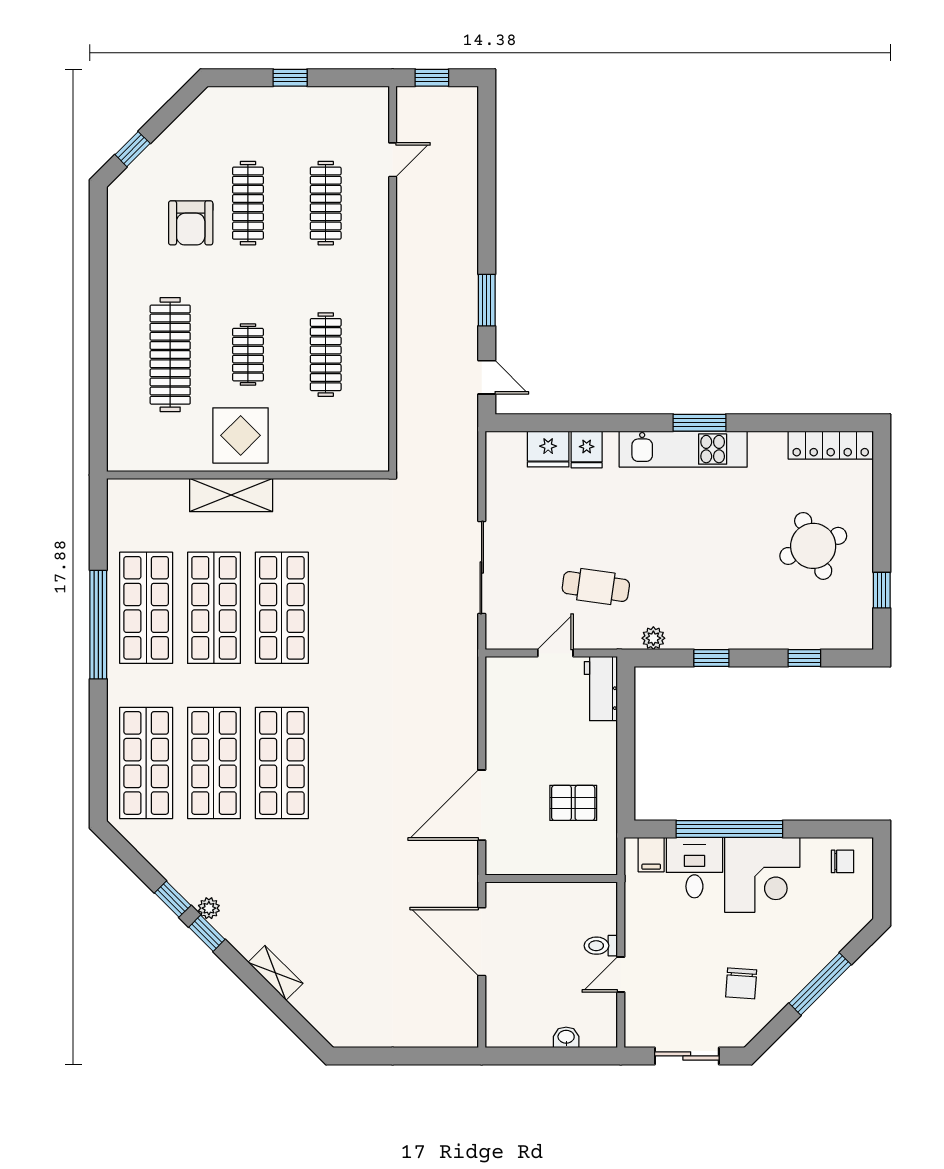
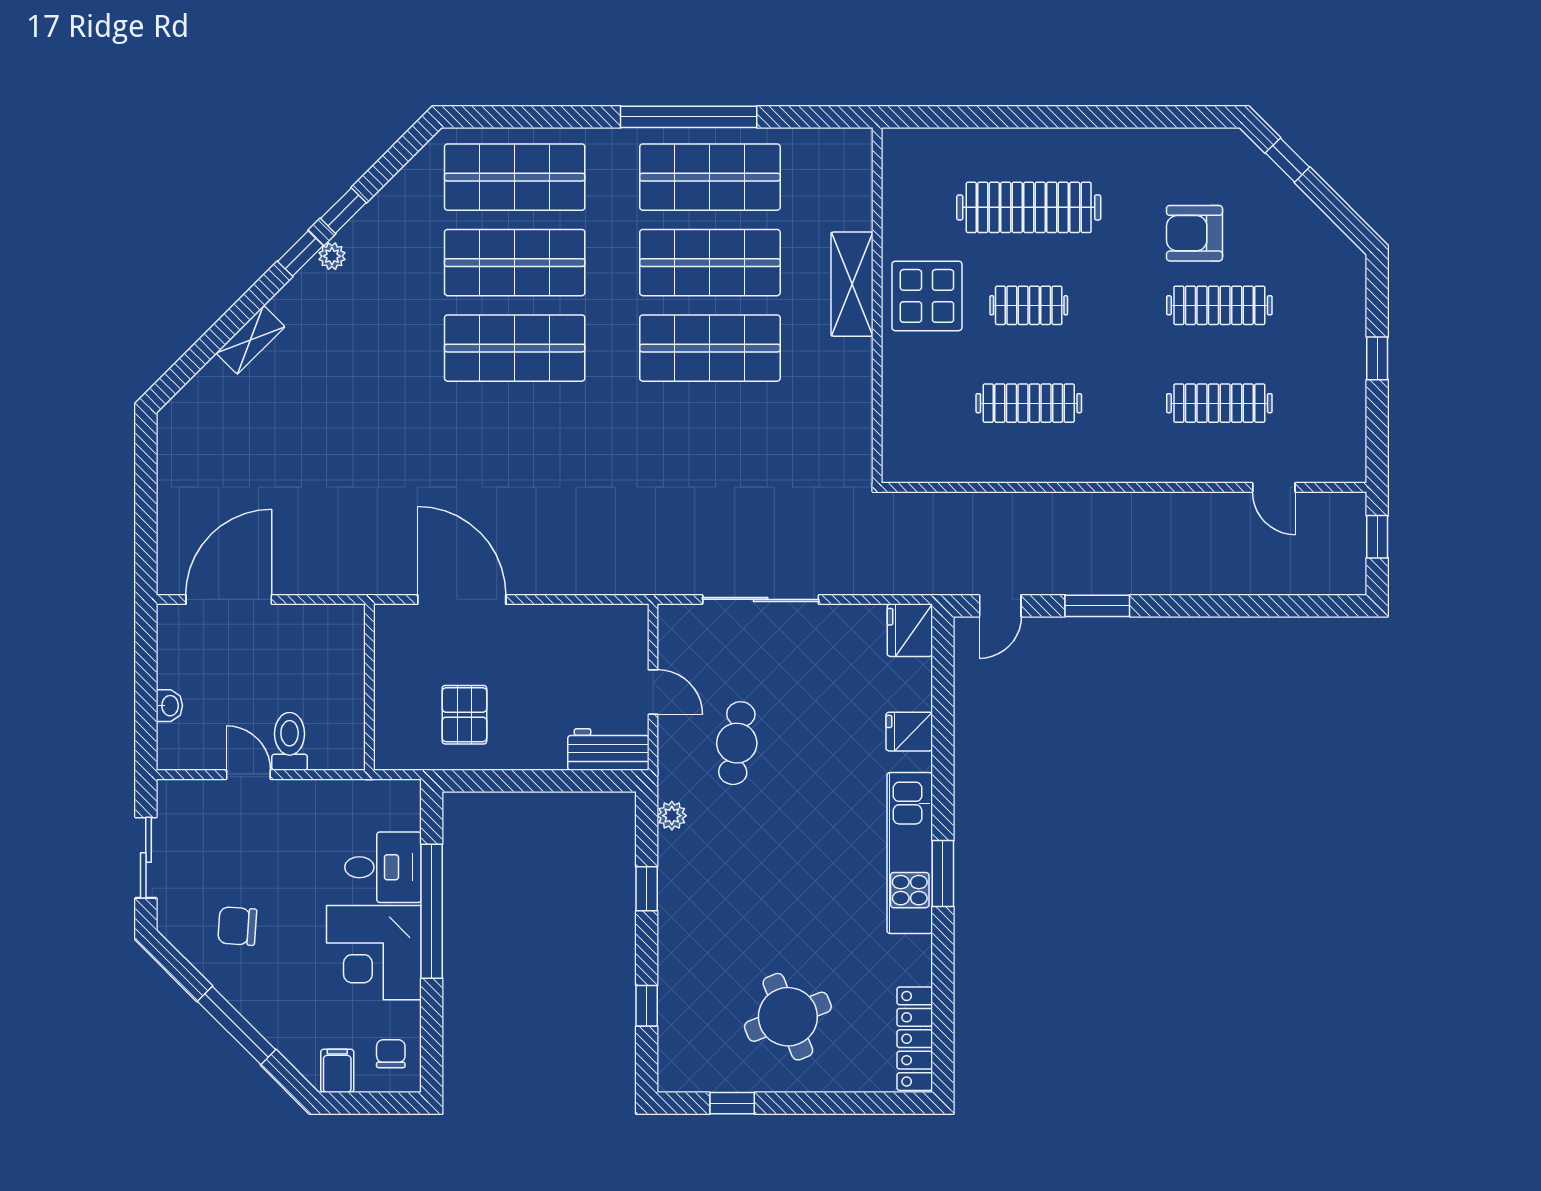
fridge: (548, 449) -> (910, 630), moved
filing cabinet: (651, 855) -> (337, 1071), moved, turned 90
chair: (843, 861) -> (391, 1054), turned 180
door: (482, 942) -> (229, 599), moved
toilet: (601, 946) -> (290, 741), width x1.37, depth x1.39

